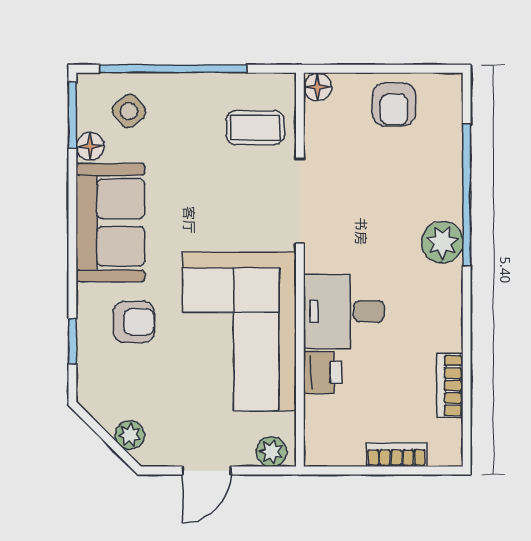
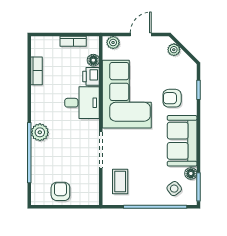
floor lamp: (318, 87) -> (93, 60), moved
coffee table: (255, 128) -> (120, 181), turned 90
bookcase: (396, 455) -> (73, 41), moved

